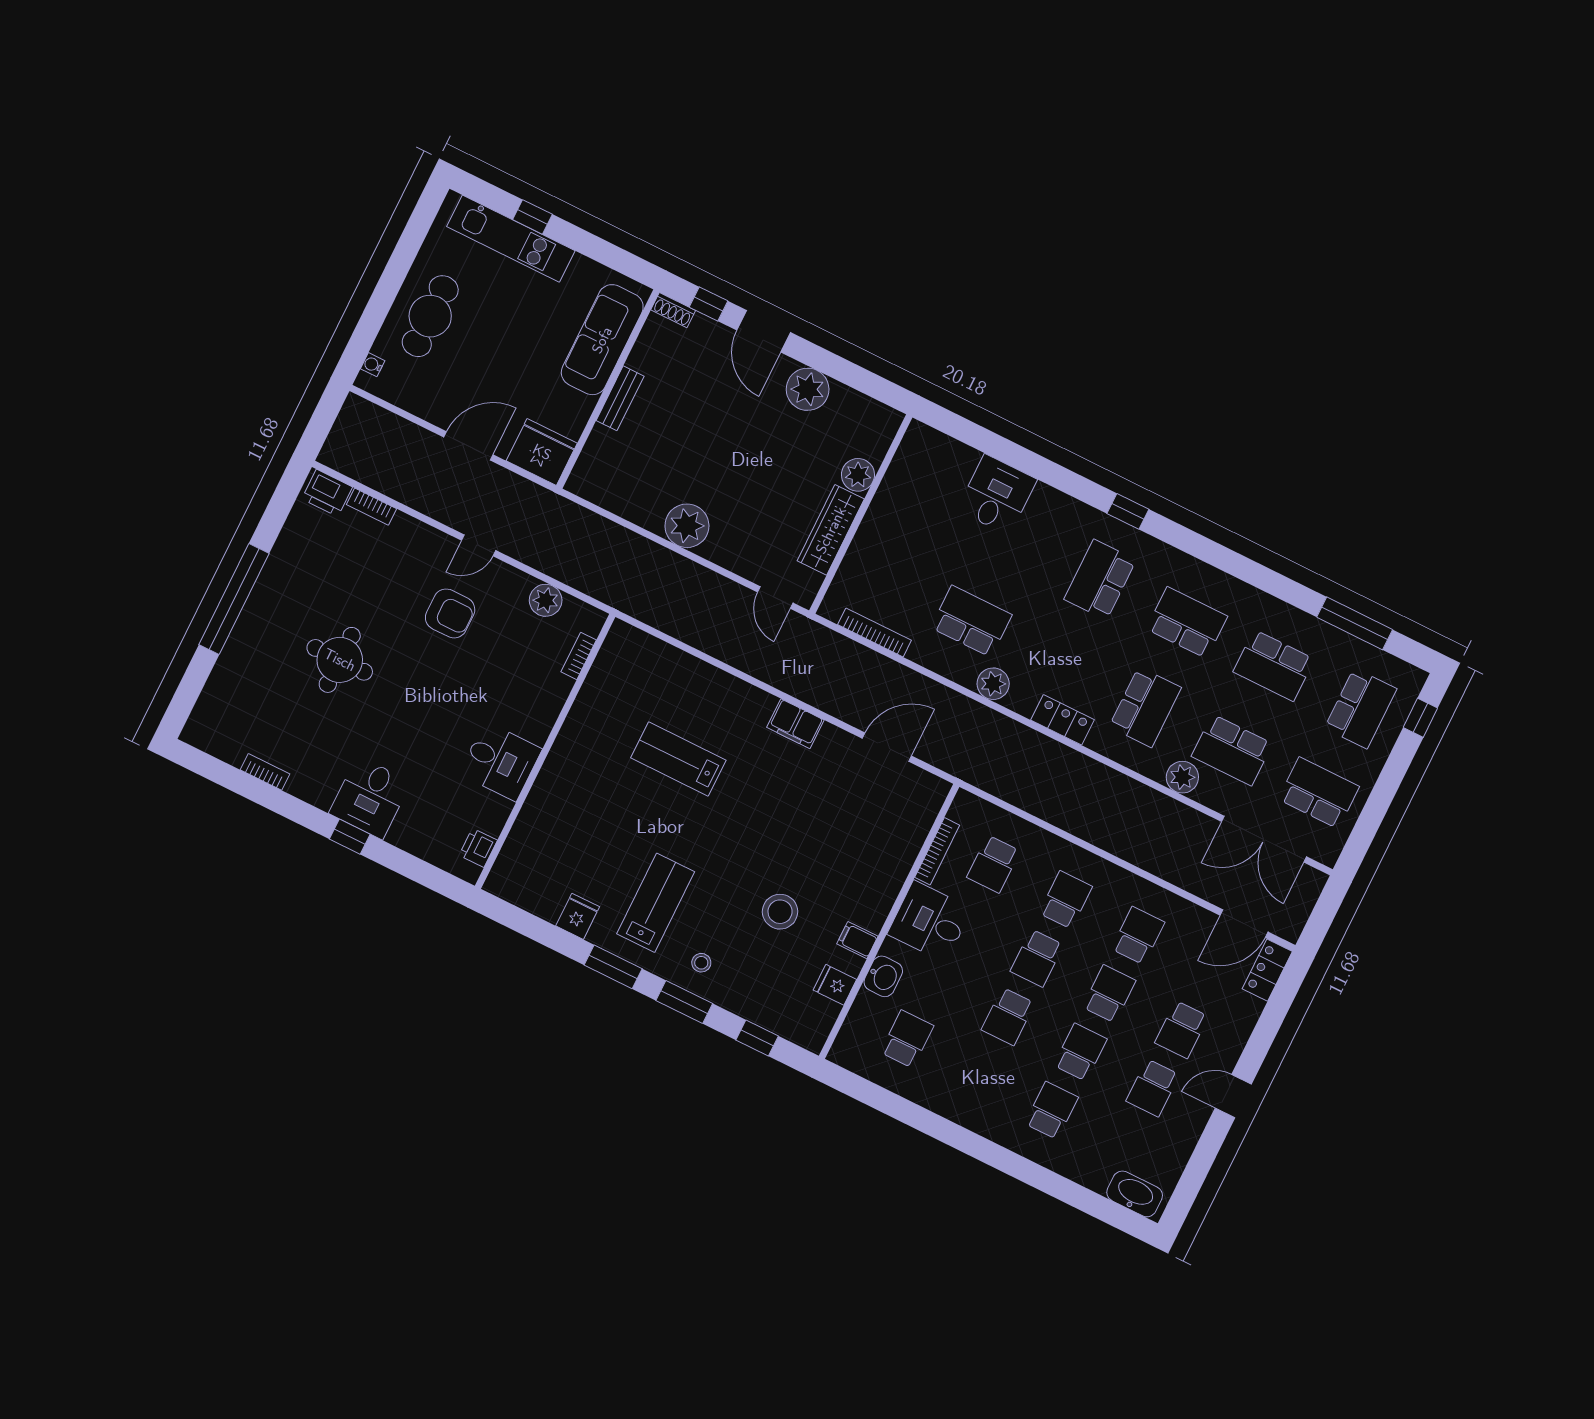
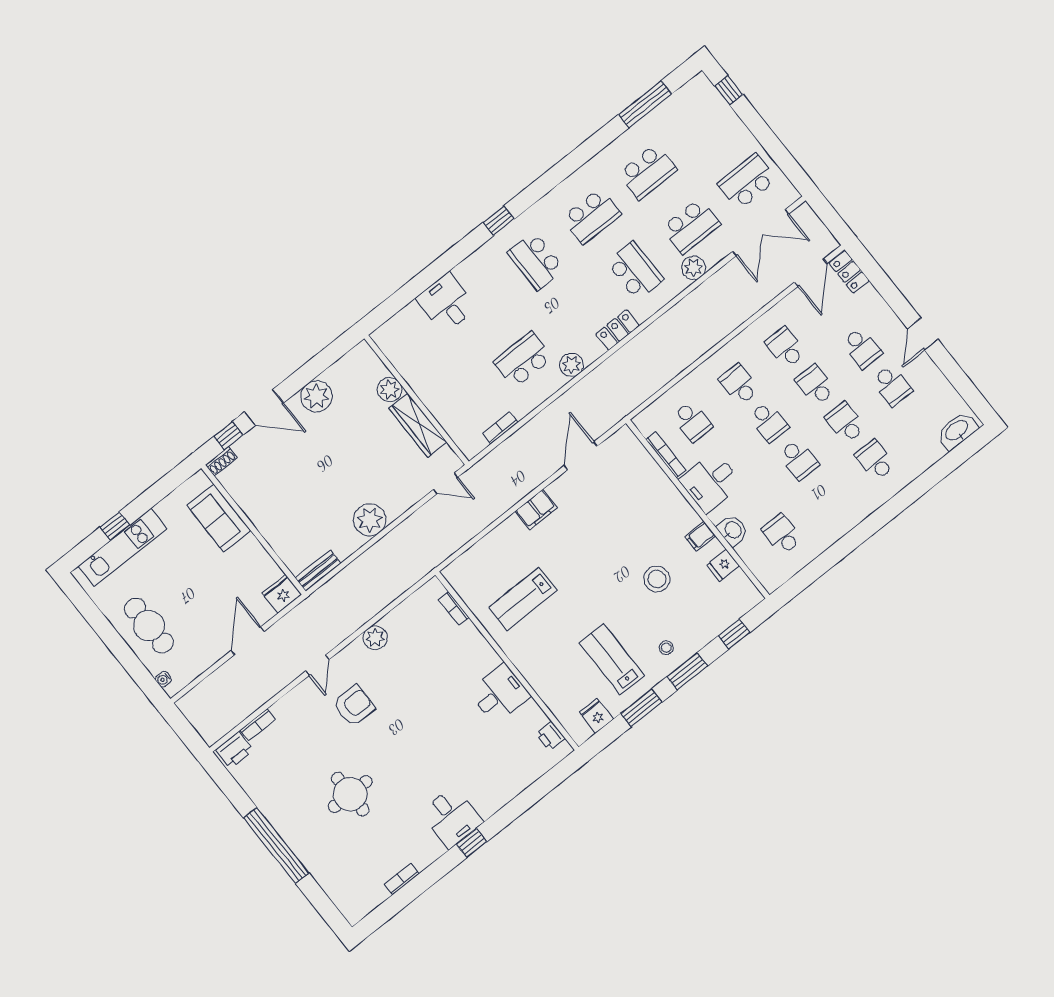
sofa: (602, 340) -> (219, 518), width x0.73
bench: (620, 398) -> (318, 571), moved, turned 90
fridge: (542, 452) -> (282, 594), width x0.73, depth x0.75
school desk: (1187, 623) -> (592, 216), turned 180
bookcase: (875, 632) -> (500, 428), width x0.64
bookcase: (579, 656) -> (454, 608), moved
school desk: (1361, 708) -> (704, 127), removed
wall: (545, 751) -> (507, 661), moved
desk: (501, 761) -> (500, 694), moved
printer: (478, 848) -> (550, 736), moved

